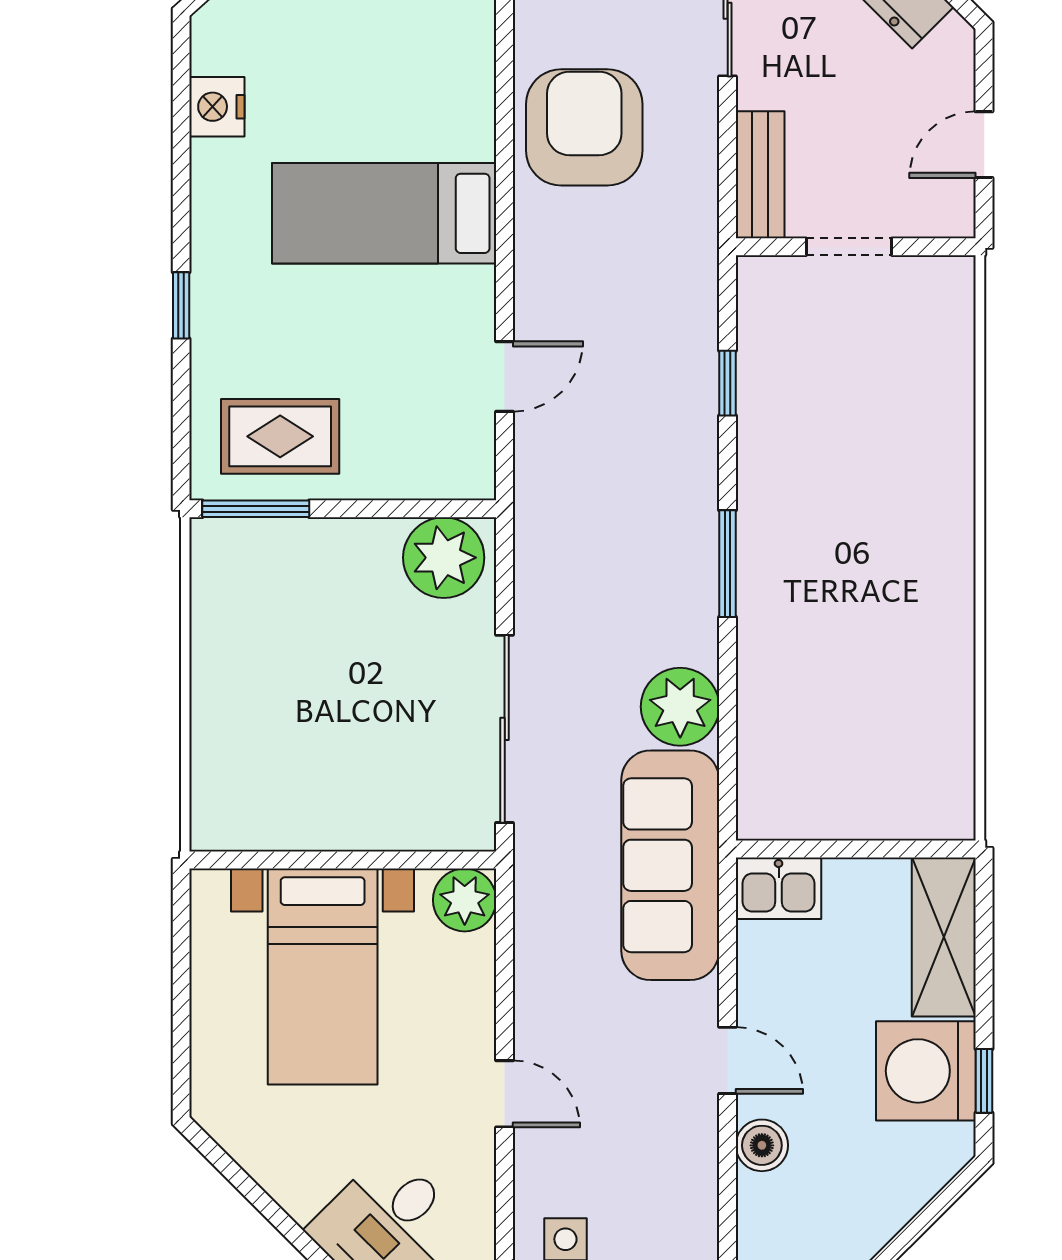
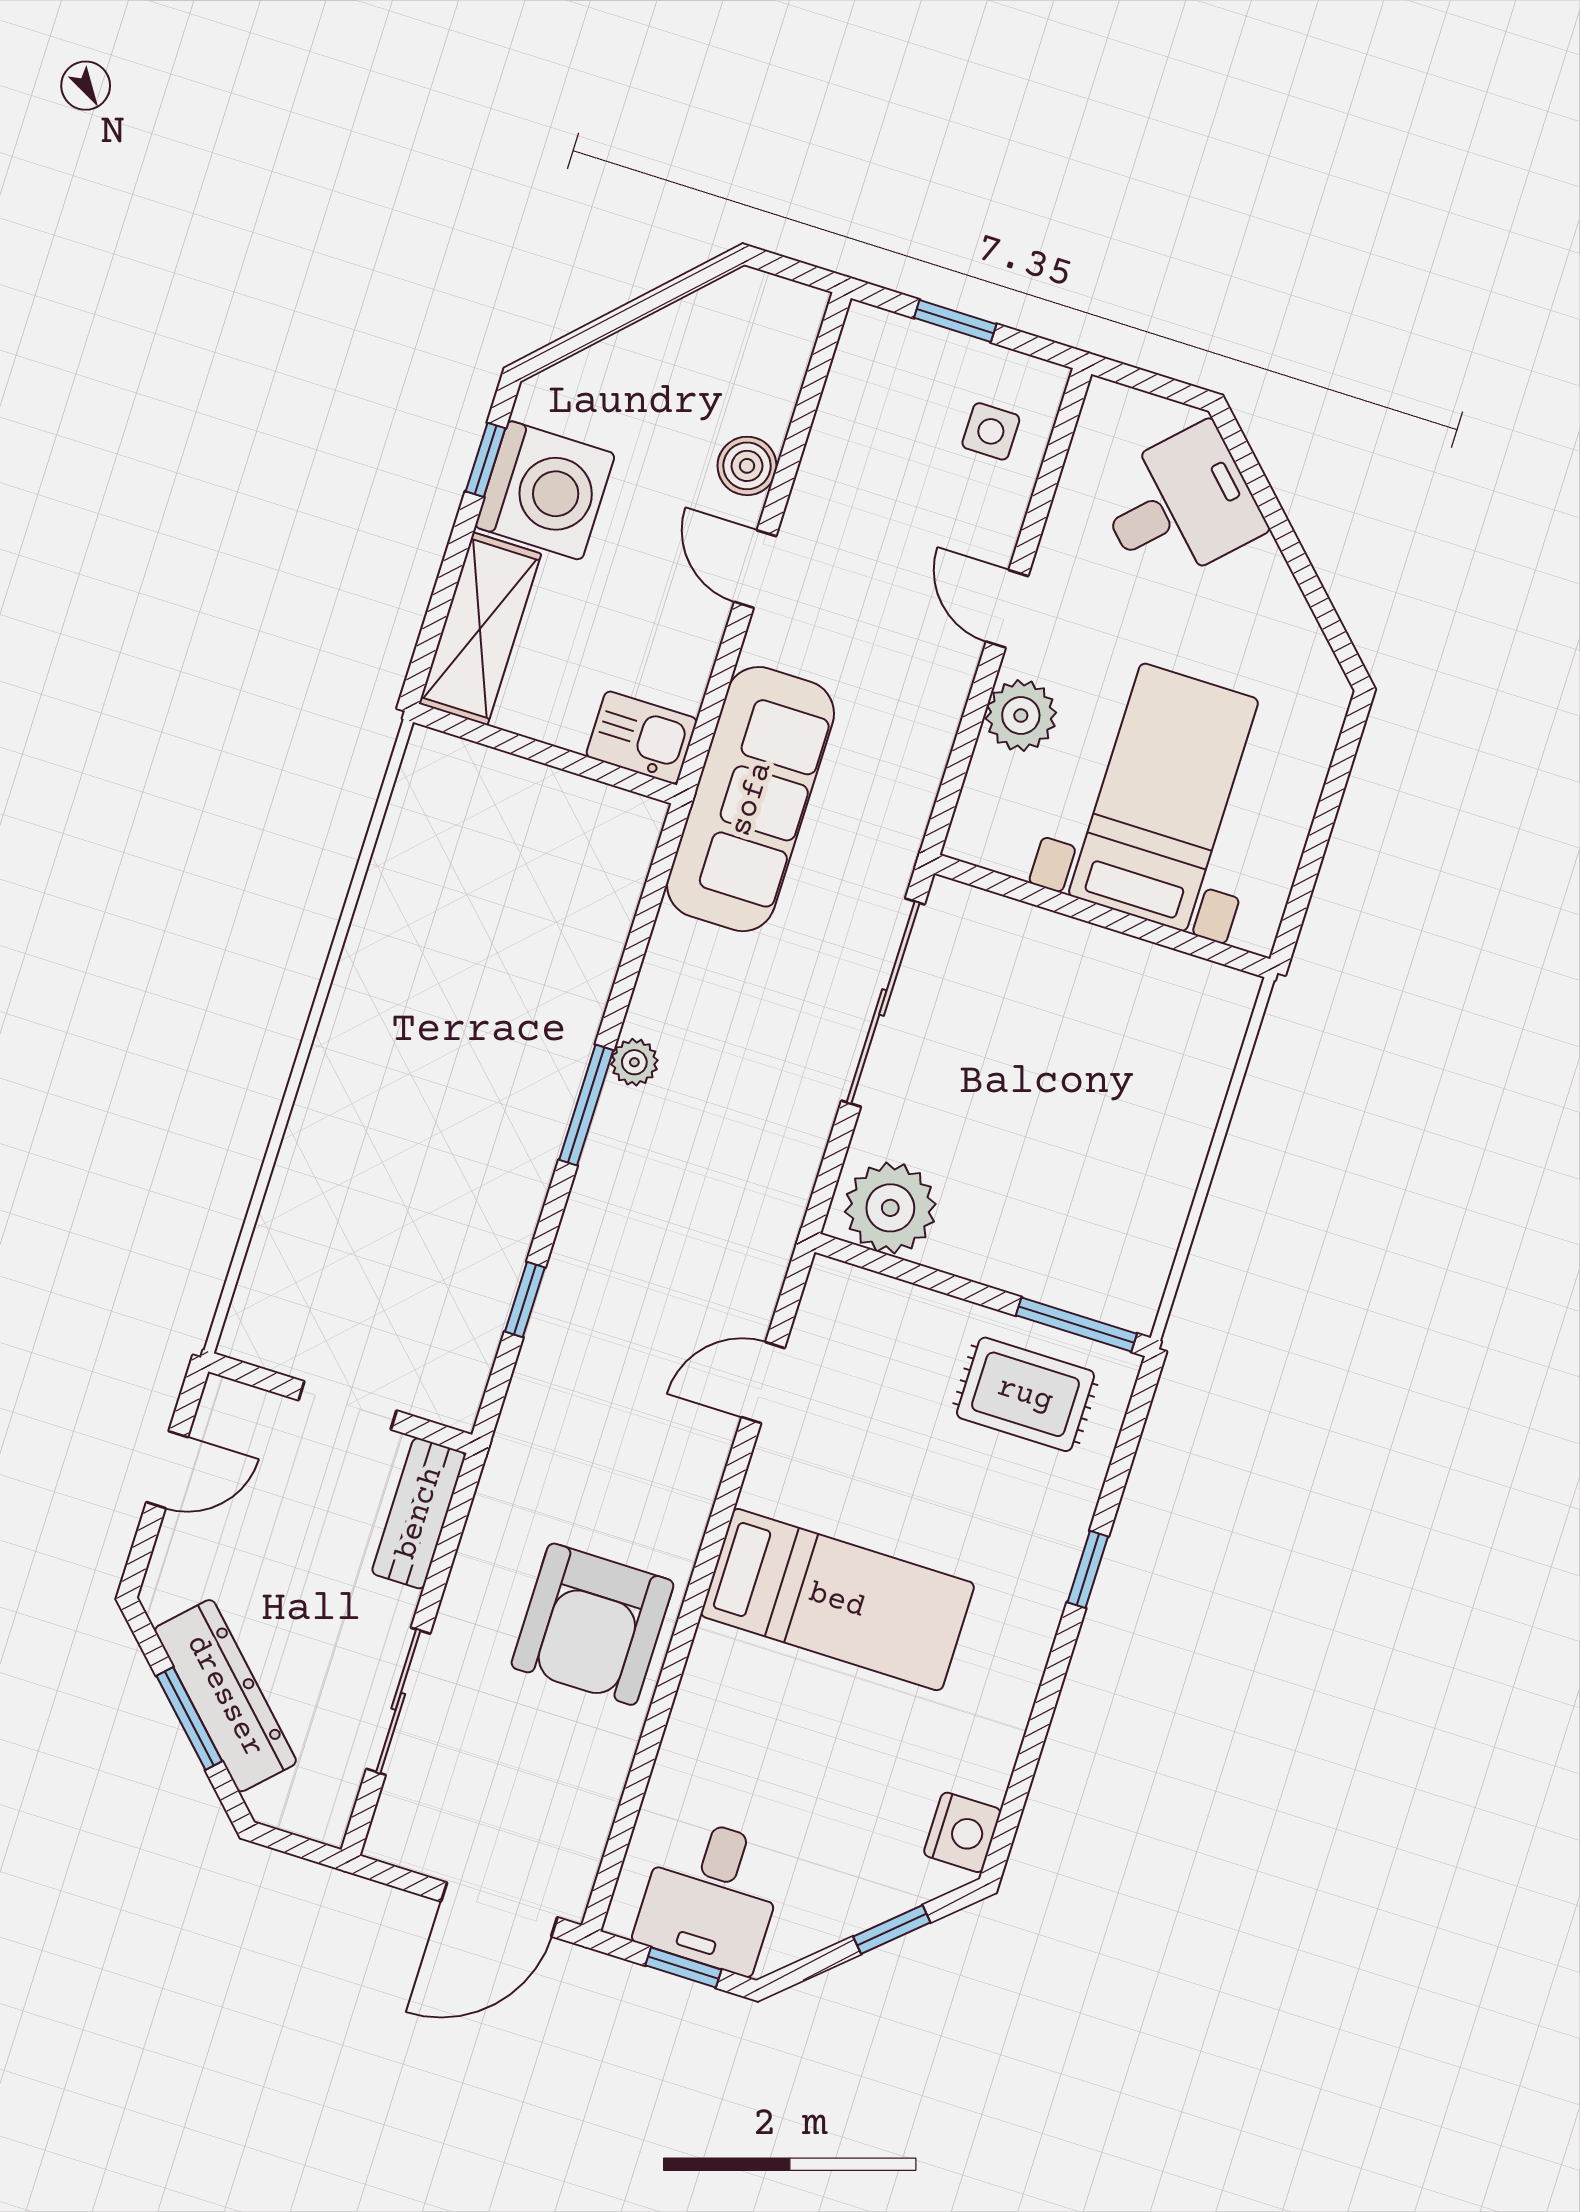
nightstand: (217, 107) -> (962, 1832), moved
plant: (680, 707) -> (634, 1062), moved, width x0.53, depth x0.53
plant: (465, 900) -> (1021, 716), moved

